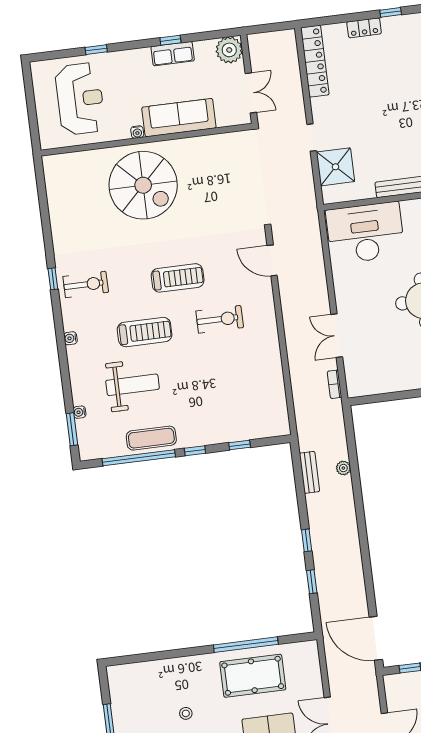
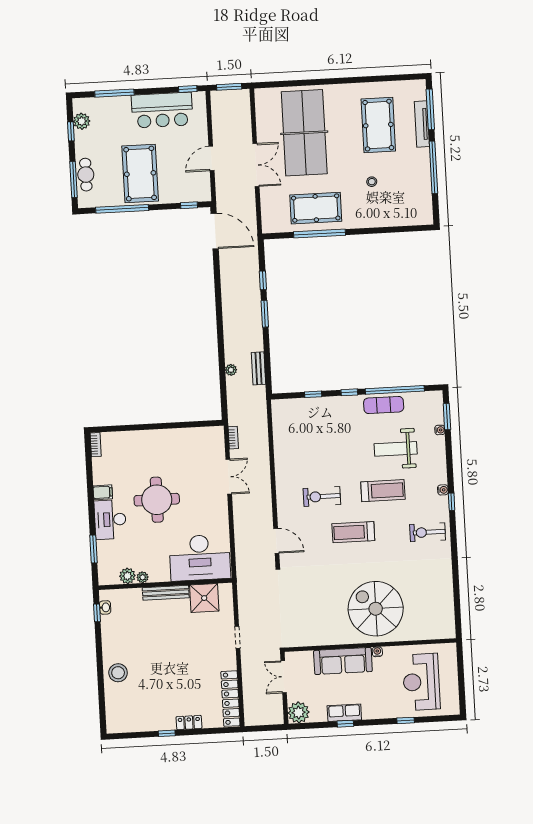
shower: (335, 167) -> (204, 598), moved
window: (53, 279) -> (452, 502), moved
treadmill: (145, 332) -> (383, 491), turned 180
window: (307, 540) -> (265, 314), width x1.50

